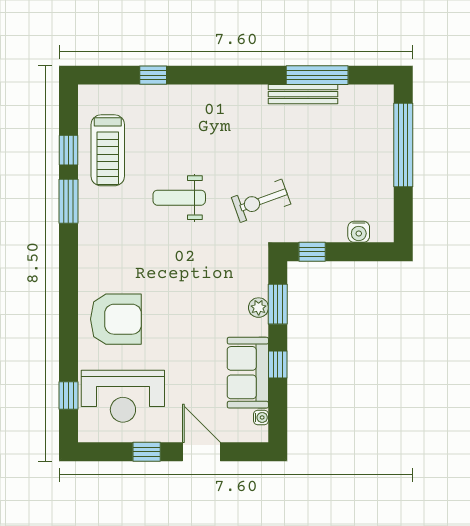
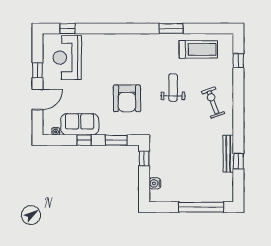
window: (153, 75) -> (238, 61), moved
window: (317, 75) -> (238, 161), width x0.46
window: (68, 150) -> (198, 29), removed
treadmill: (108, 150) -> (198, 49), turned 180
exercise bike: (261, 201) -> (213, 102), moved
plant: (259, 308) -> (114, 130), removed
armchair: (116, 319) -> (127, 98), moved

